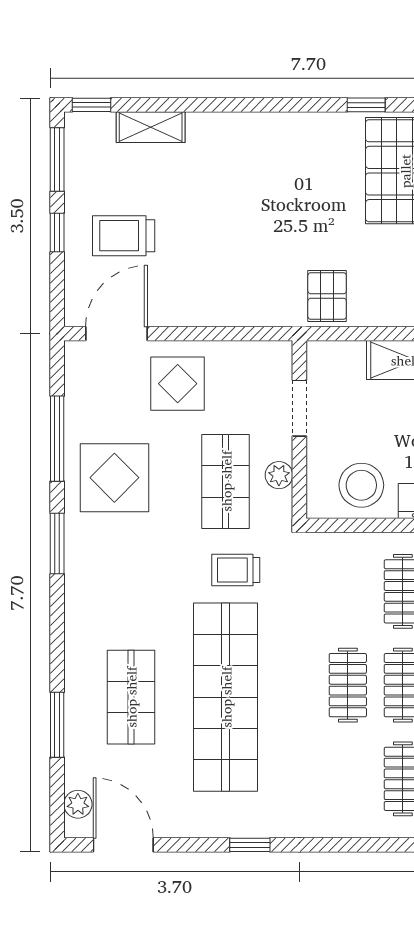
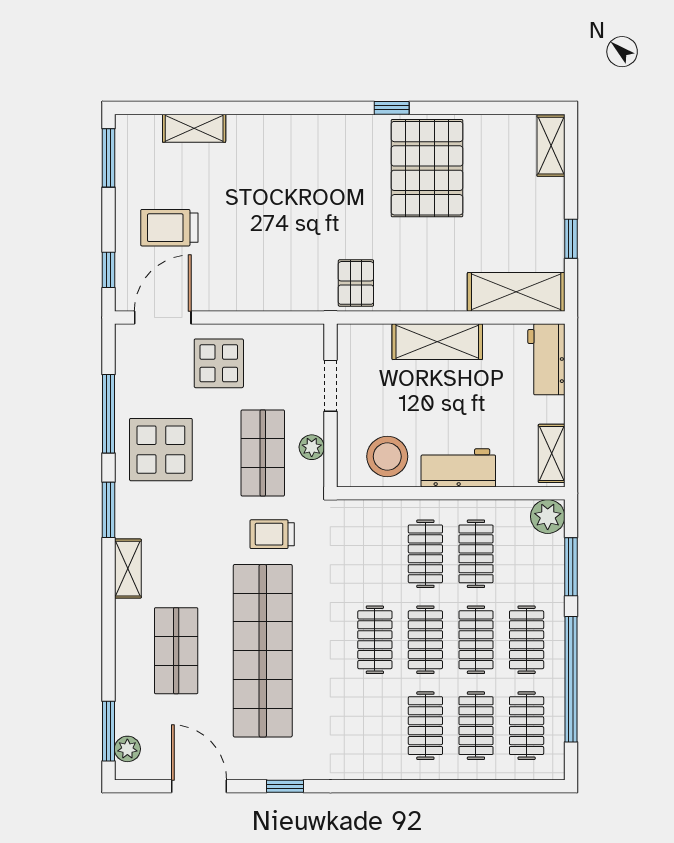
window: (91, 105) -> (140, 108), removed
window: (57, 233) -> (108, 270), moved
shelving: (78, 607) -> (128, 569), added
window: (57, 725) -> (108, 731), moved
door: (123, 845) -> (199, 786), moved

